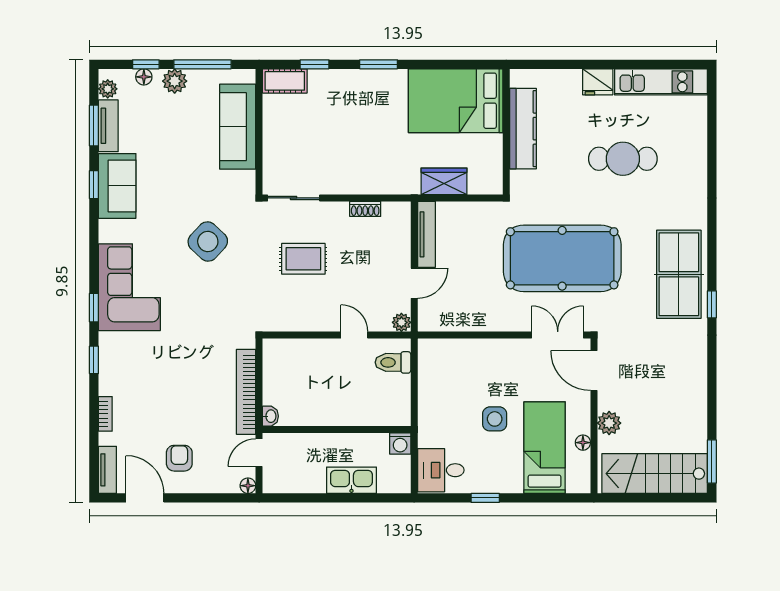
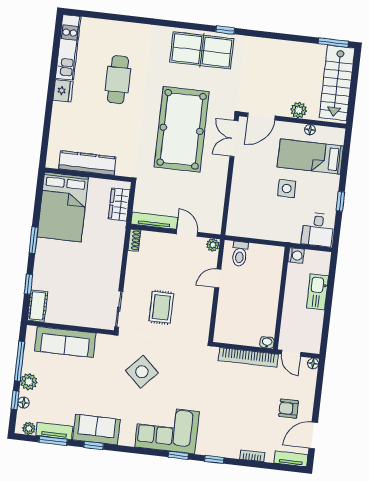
bed: (456, 101) -> (63, 207), moved
kitchen counter: (523, 129) -> (87, 163), moved
wall: (506, 132) -> (88, 175), moved
shoe rack: (365, 209) -> (134, 240), moved

